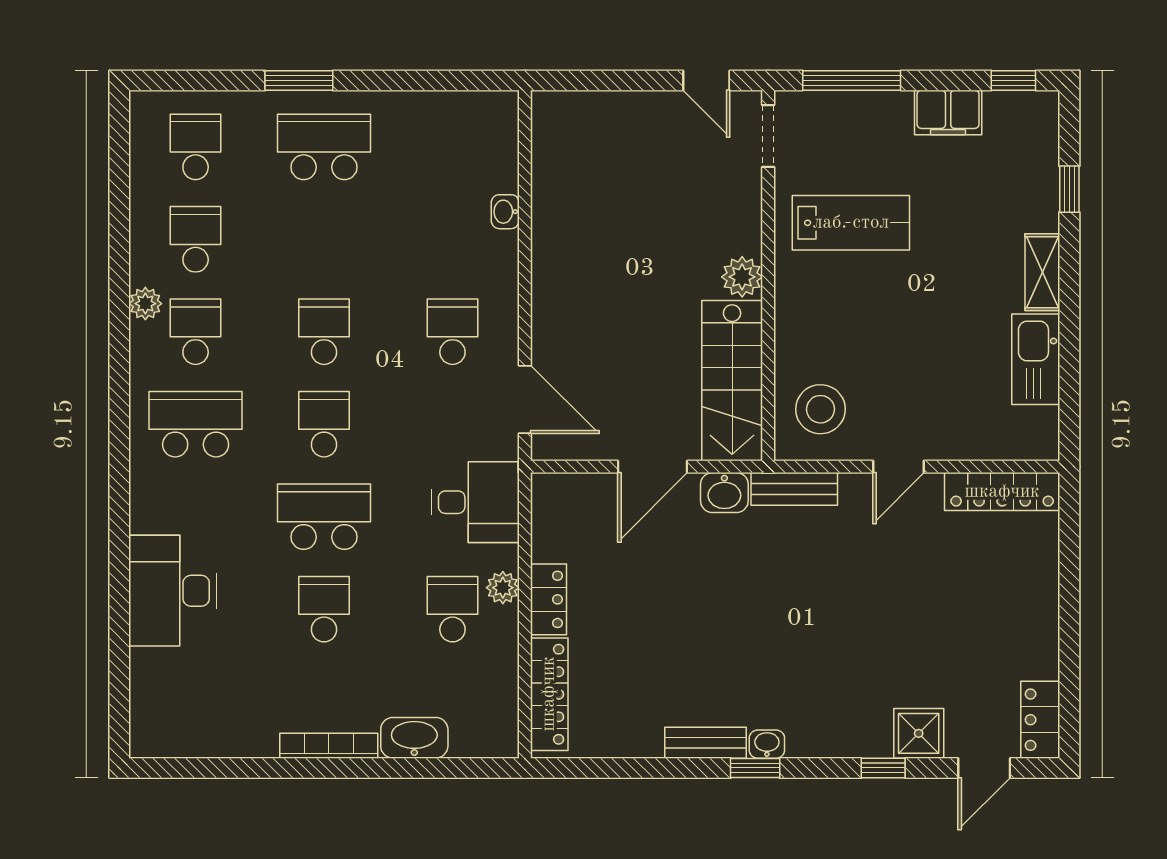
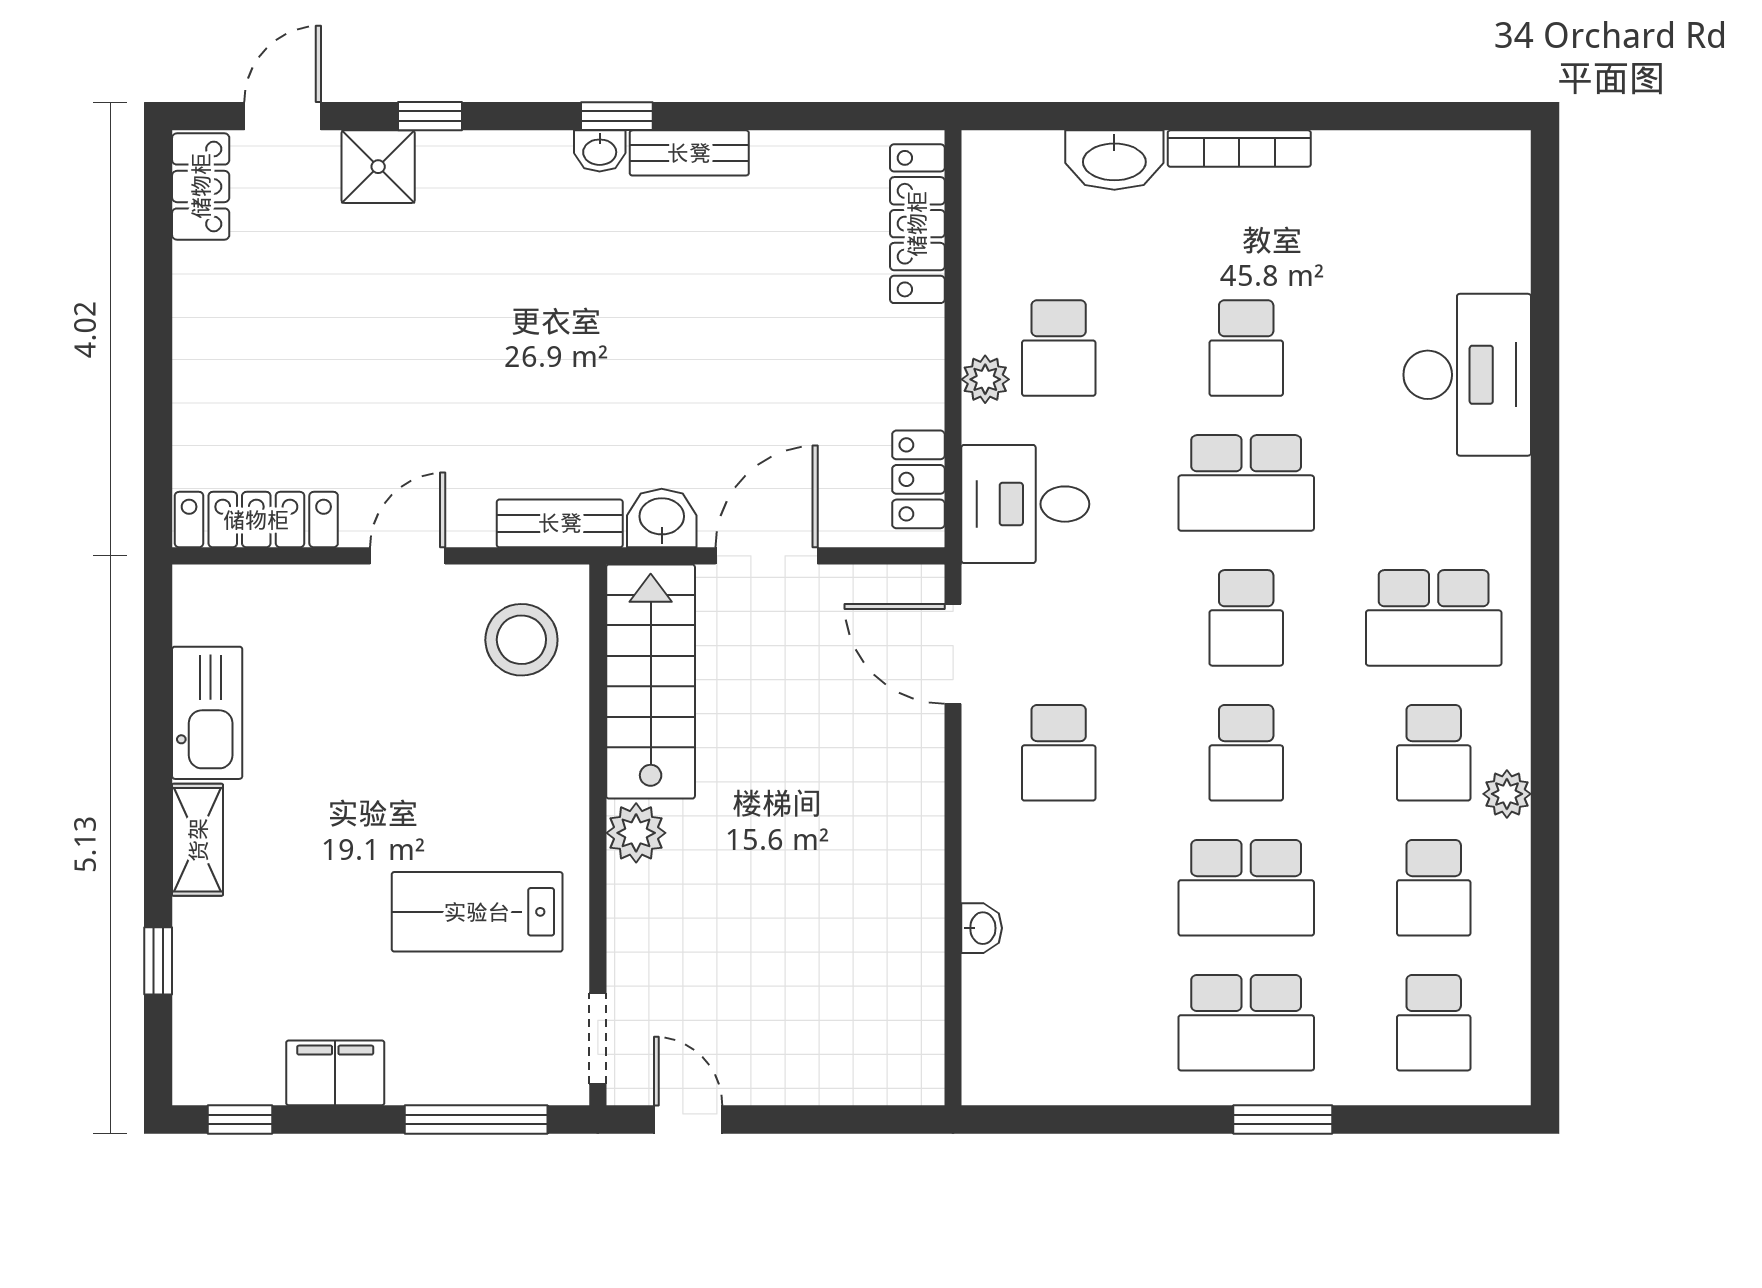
school desk: (324, 239) -> (1246, 888), added
locker: (549, 599) -> (918, 479), moved

